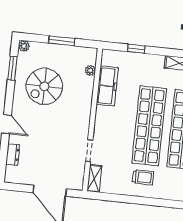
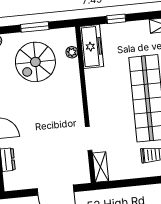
spiral stairs: (44, 86) -> (35, 62), moved
freezer: (107, 86) -> (92, 46), moved

